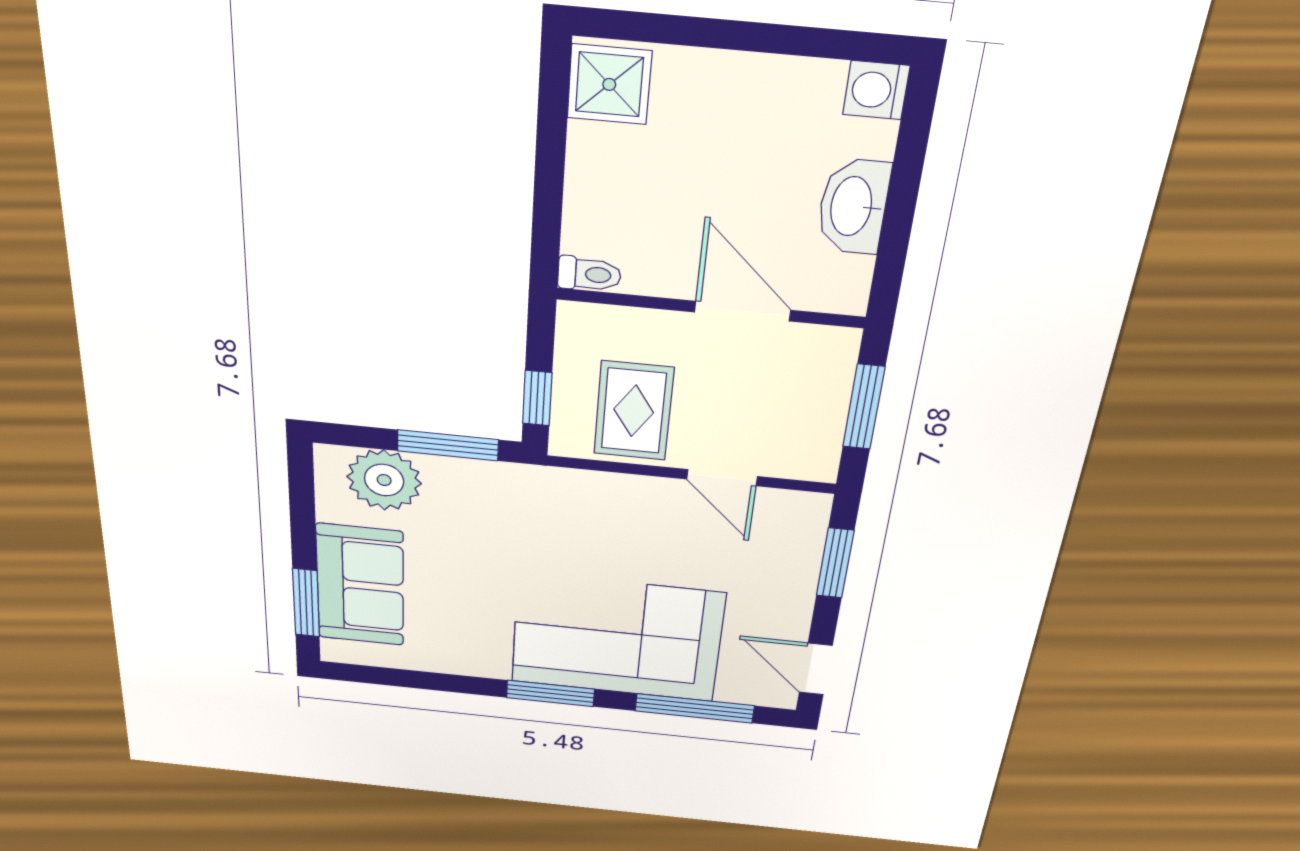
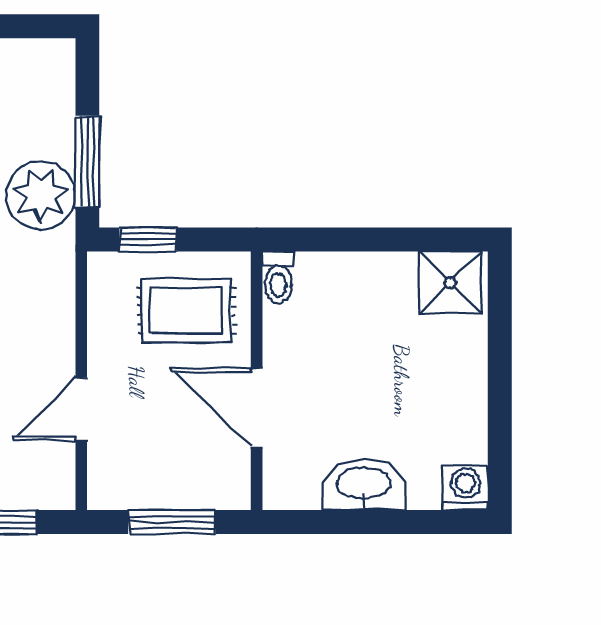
door: (742, 311) -> (257, 408), swing flipped
rug: (634, 411) -> (186, 311), moved
plant: (384, 480) -> (41, 195), moved

